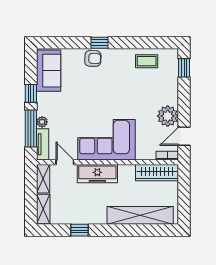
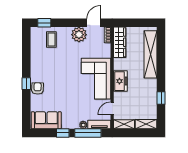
coffee table: (147, 61) -> (51, 39), moved
door: (184, 136) -> (94, 23), swing flipped
freezer: (97, 174) -> (120, 81), width x0.71

